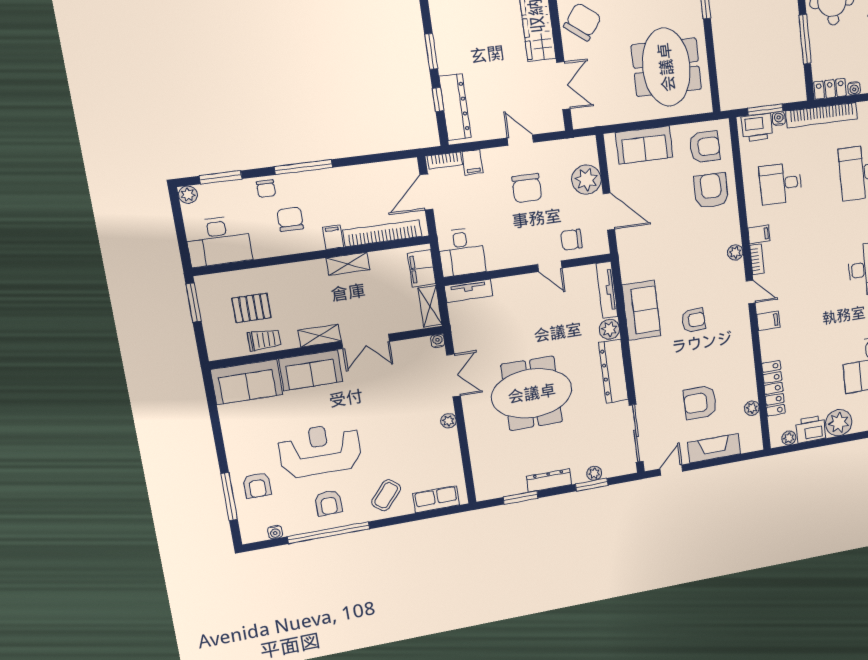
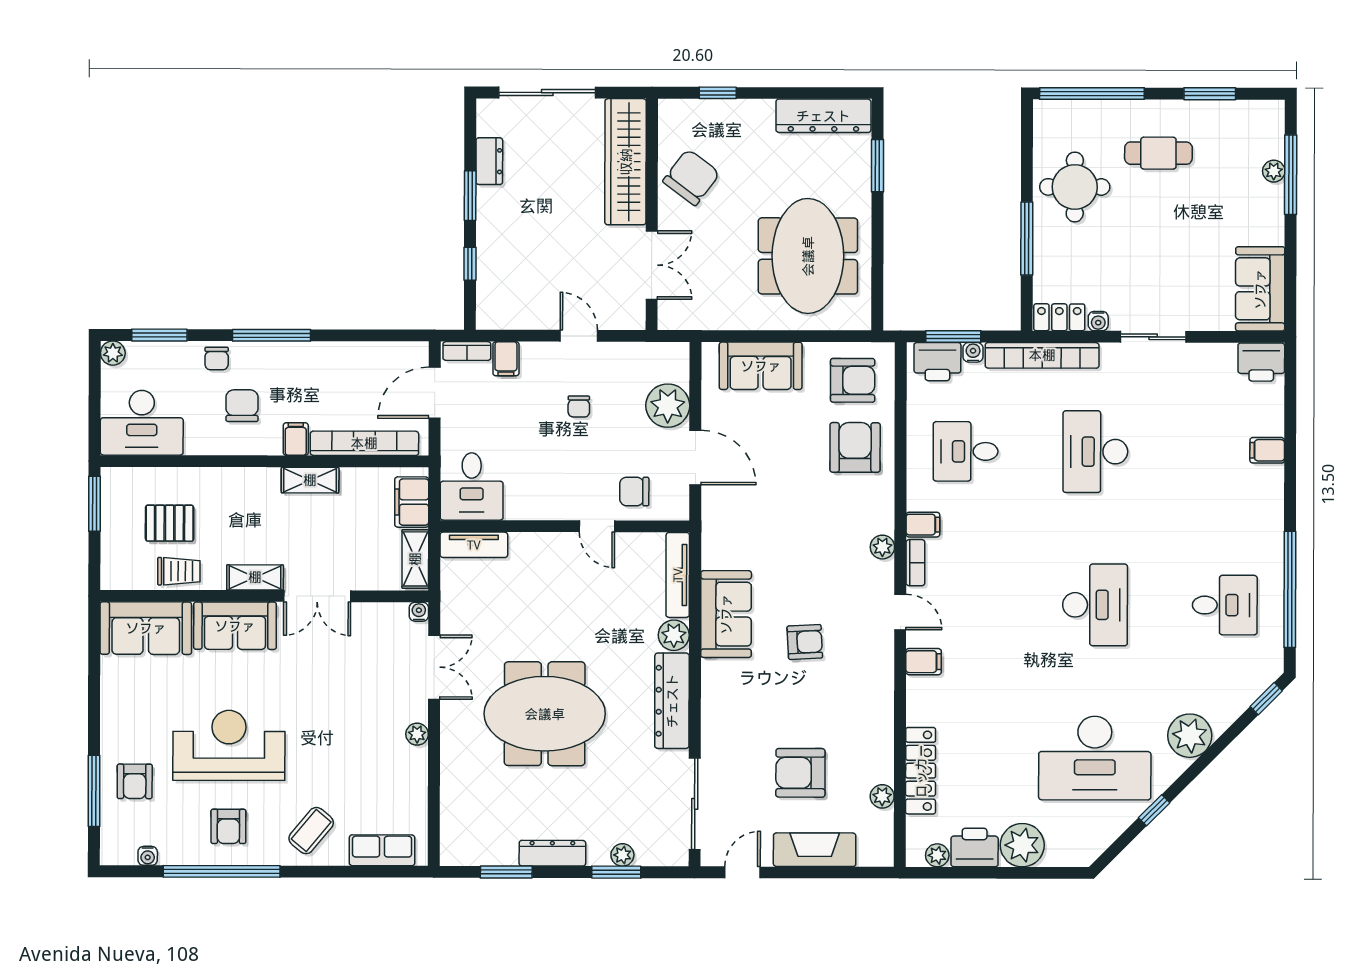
dresser: (455, 107) -> (489, 161), moved, width x0.51, depth x0.80
chair: (527, 188) -> (579, 406), width x0.54, depth x0.54

